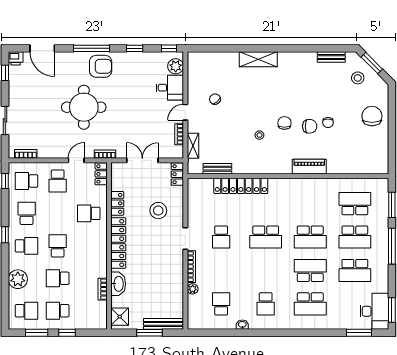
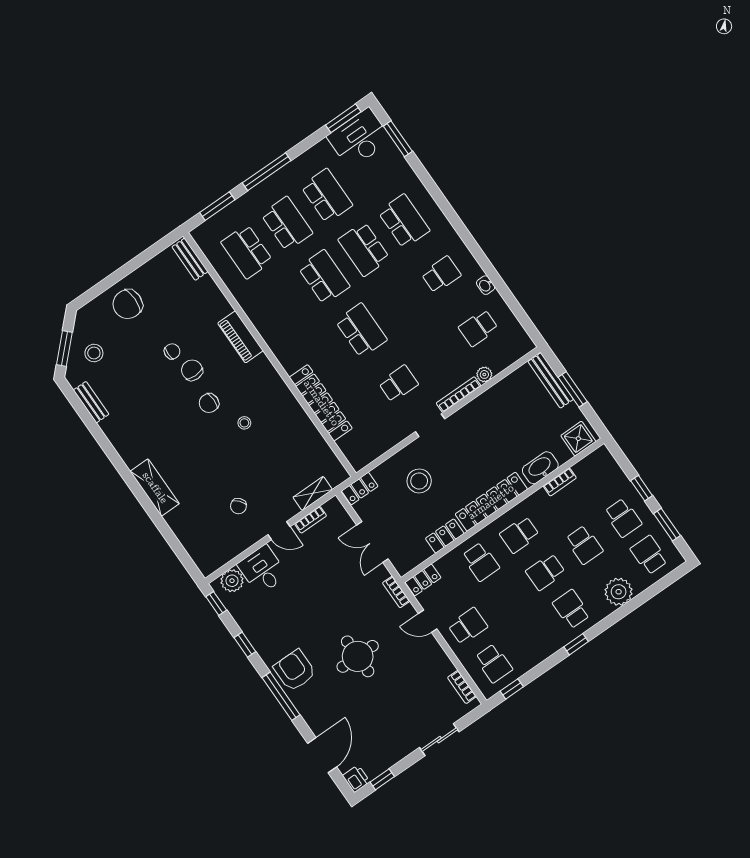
round table: (84, 107) -> (358, 656), width x0.73, depth x0.73
bench: (217, 169) -> (190, 259), moved
school desk: (27, 213) -> (519, 535), moved

